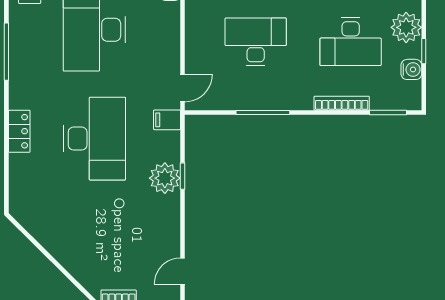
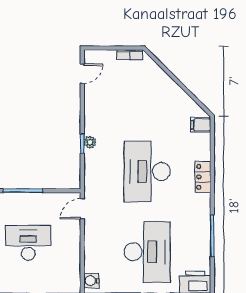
desk: (256, 42) -> (28, 243), turned 180
filing cabinet: (167, 120) -> (201, 125), moved, turned 180
plant: (165, 178) -> (90, 142), width x0.53, depth x0.53

